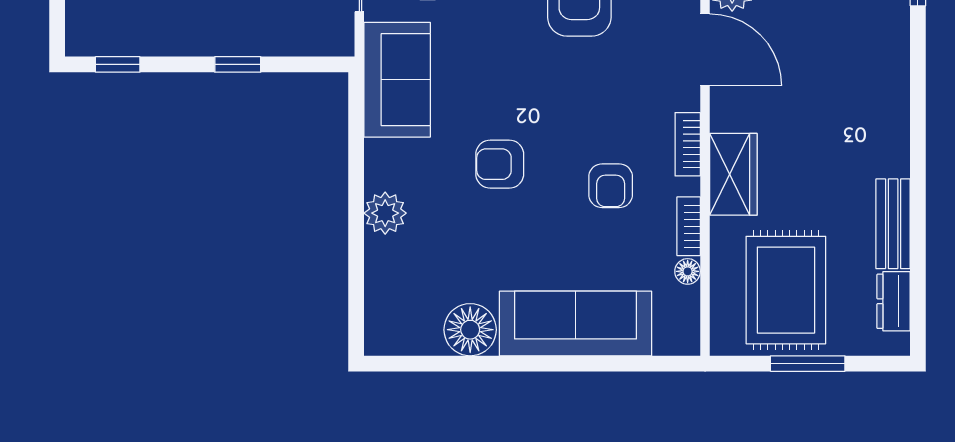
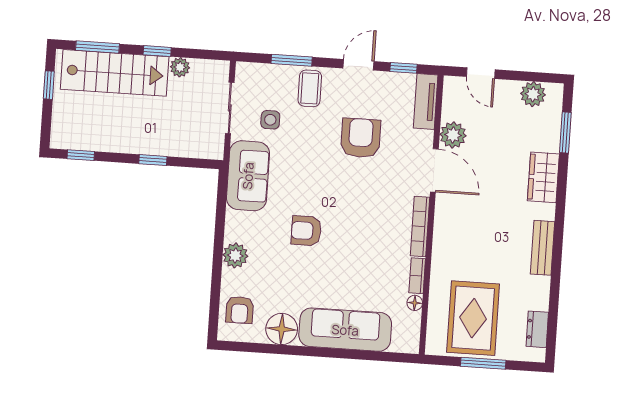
bookcase: (688, 144) -> (420, 226), width x1.56
wardrobe: (733, 174) -> (543, 177), moved, turned 180
armchair: (611, 186) -> (240, 310), moved
bench: (893, 224) -> (543, 248), moved

